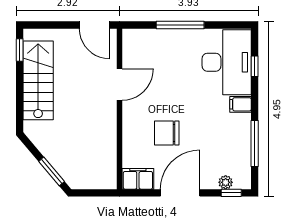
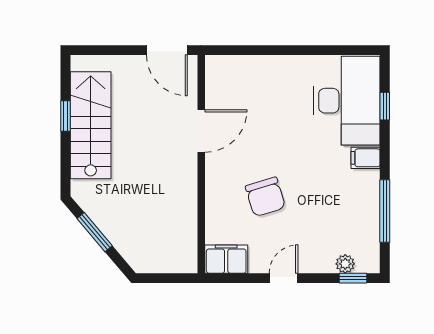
window: (180, 25) -> (284, 50), removed
window: (20, 50) -> (66, 116), moved
chair: (167, 133) -> (265, 197), turned -107
window: (52, 171) -> (95, 232), moved
door: (180, 193) -> (284, 278), width x0.53

